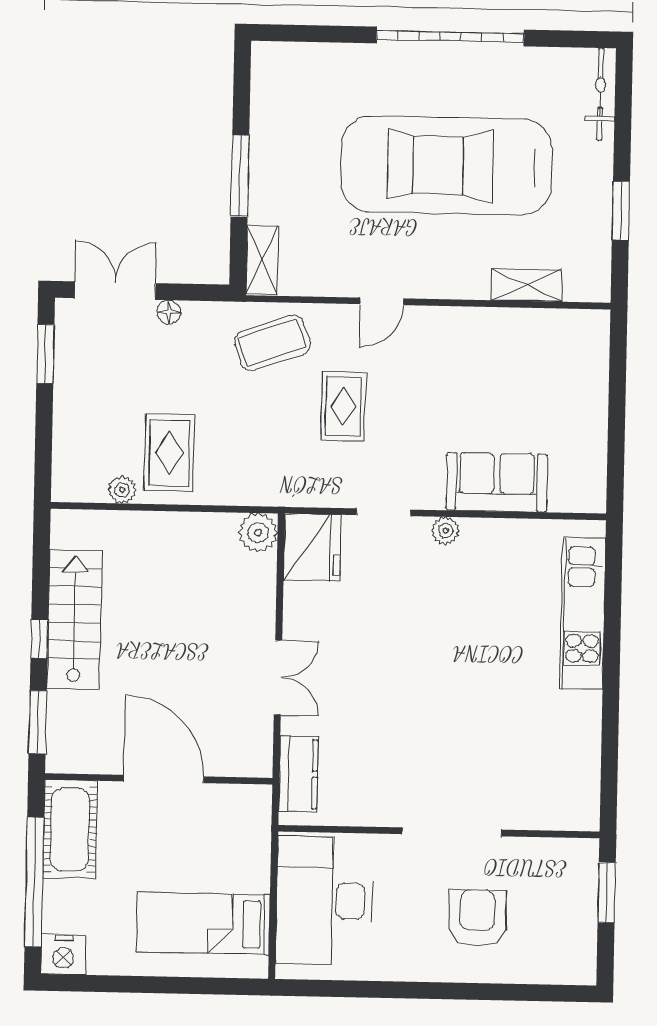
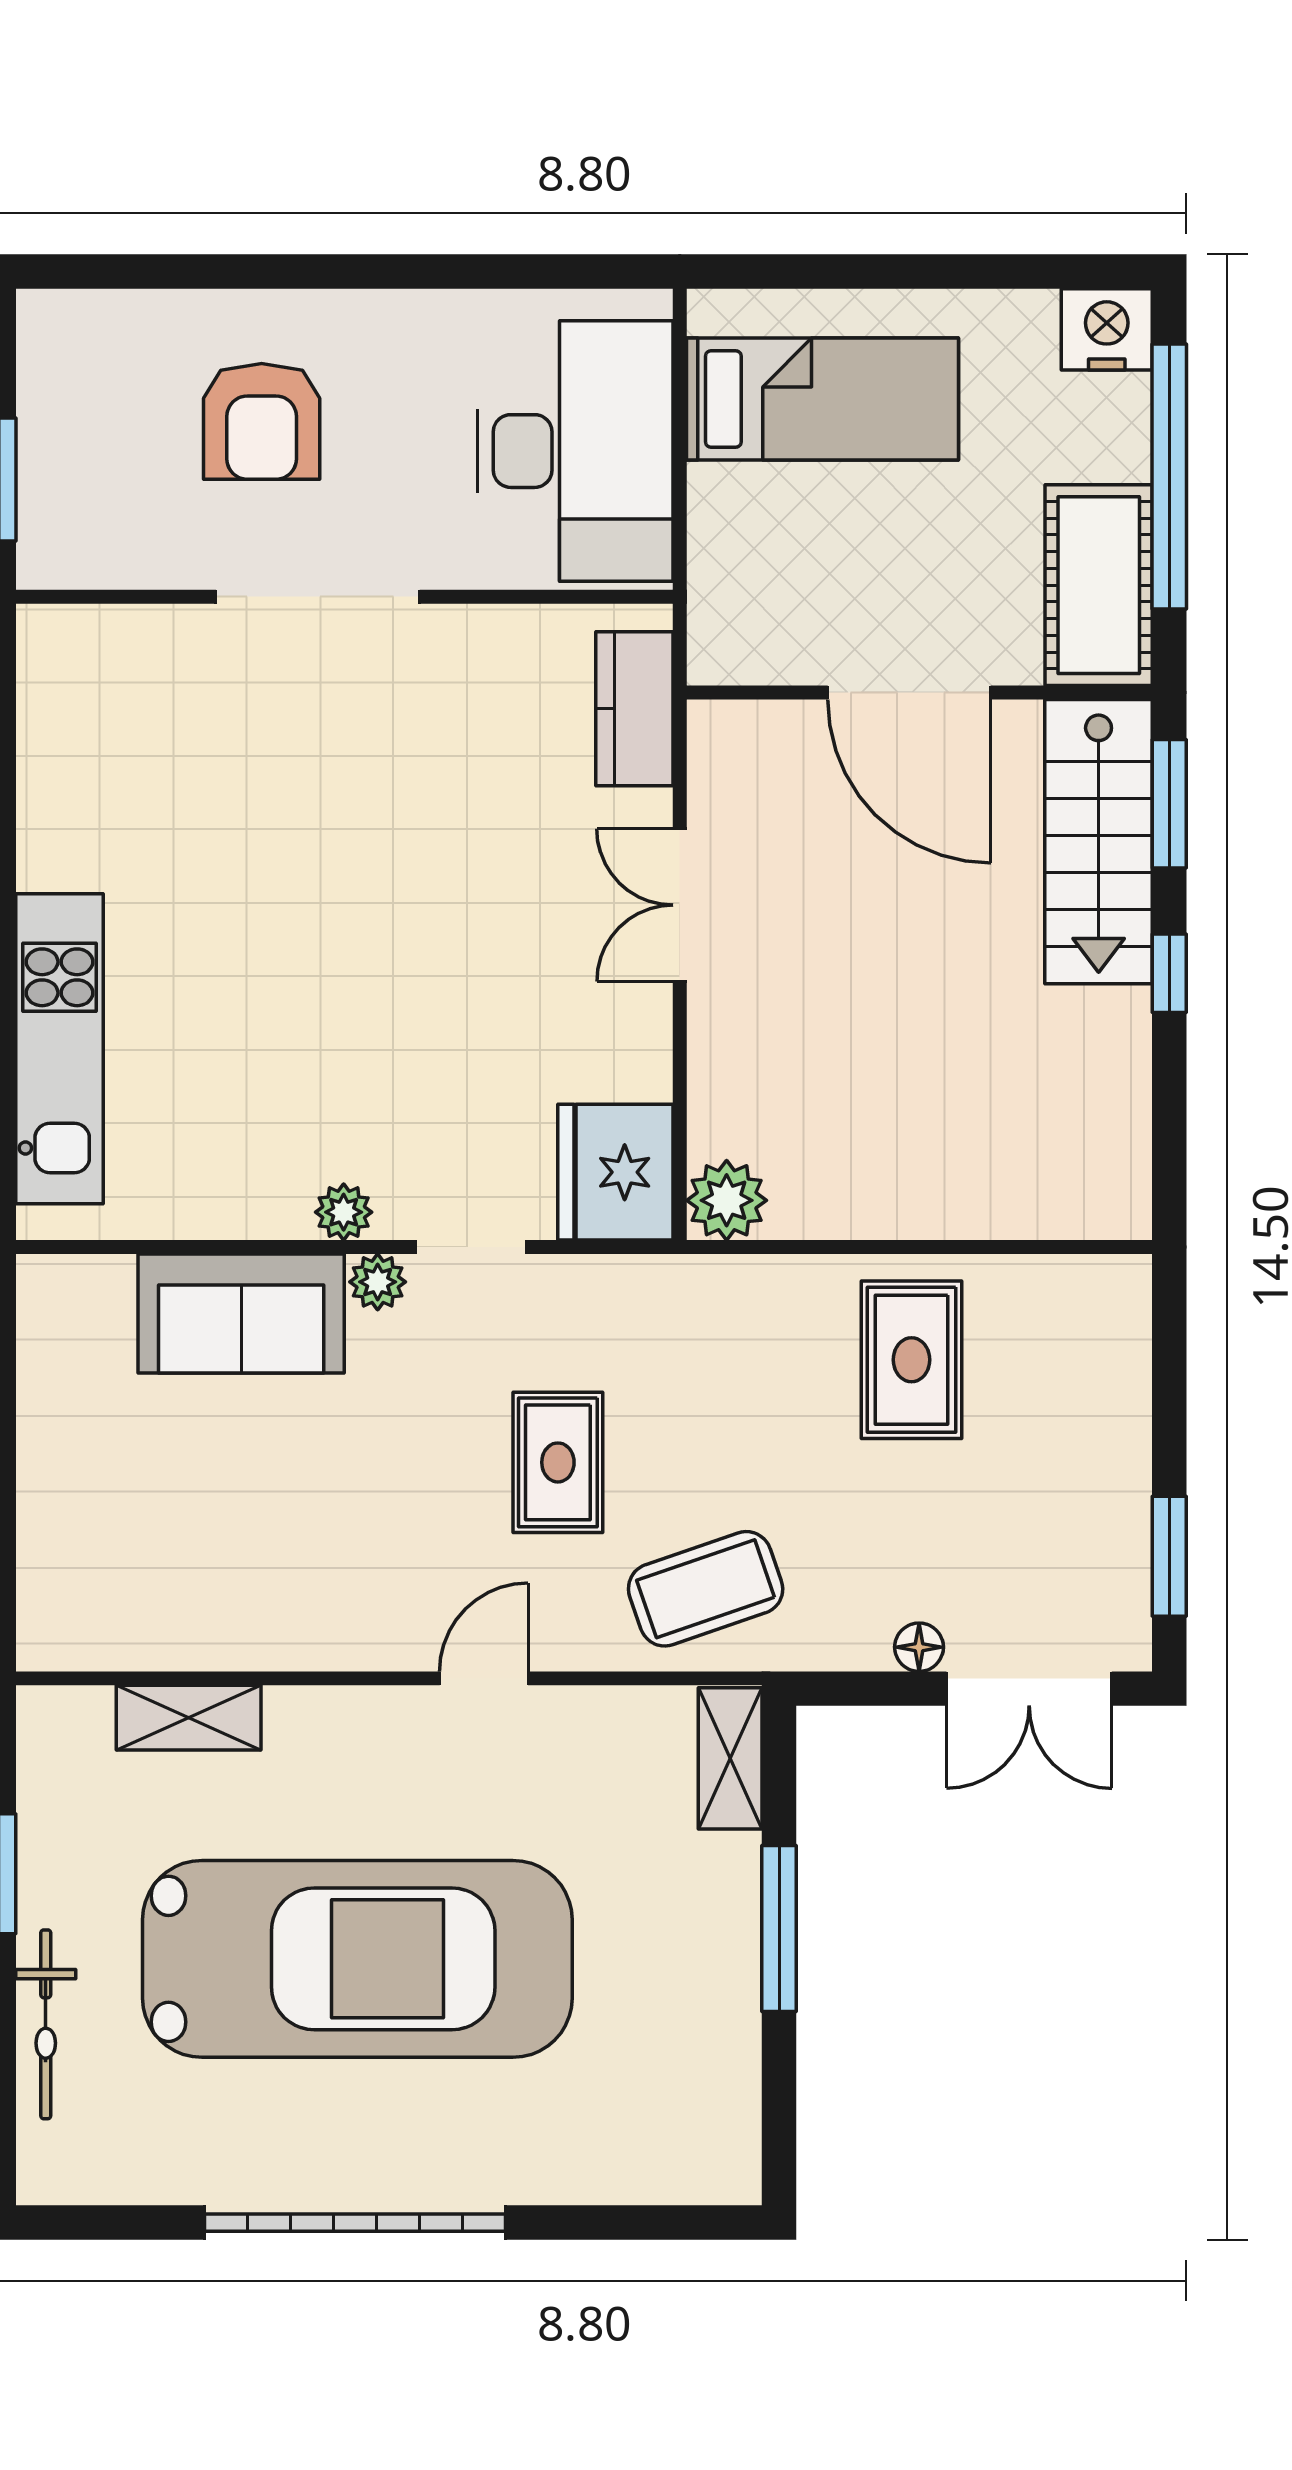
bicycle: (600, 94) -> (46, 2024), moved
plant: (122, 490) -> (378, 1282), moved
stairs: (74, 620) -> (1099, 842), moved

